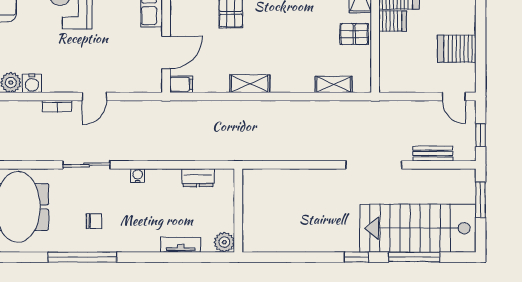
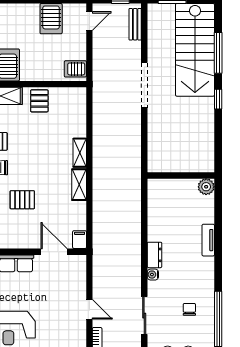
server rack: (393, 21) -> (75, 69), moved, turned -90
shelving: (334, 84) -> (80, 153), moved
bench: (433, 154) -> (135, 24), moved
dresser: (198, 178) -> (155, 255), moved
wall: (238, 211) -> (181, 176), moved
plant: (224, 242) -> (206, 187), moved

